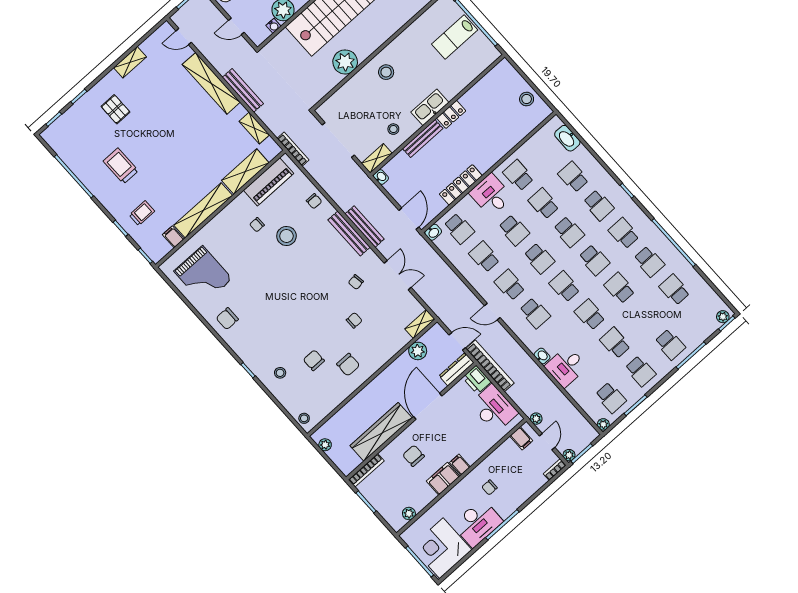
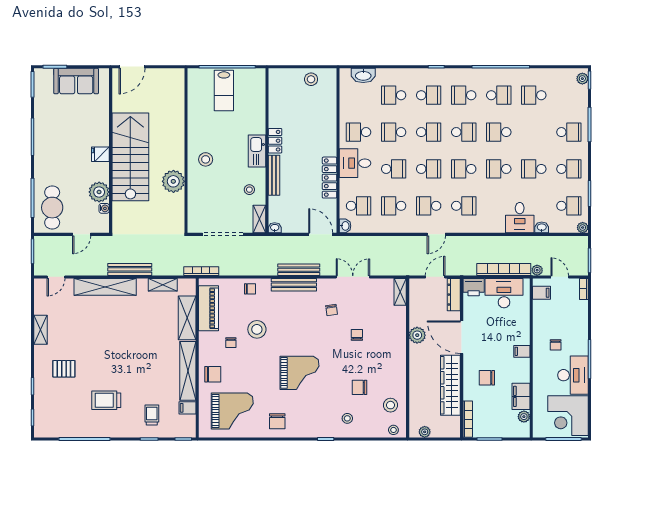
grand piano: (282, 302) -> (299, 373), added
plant: (418, 351) -> (417, 335), moved
washbasin: (542, 356) -> (542, 227), moved
chair: (348, 365) -> (213, 374), moved
bookcase: (490, 366) -> (504, 269), moved
stool: (322, 398) -> (390, 405), added
plant: (569, 455) -> (583, 270), removed
filing cabinet: (443, 479) -> (521, 396), moved

